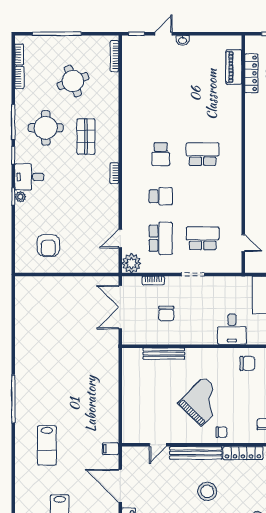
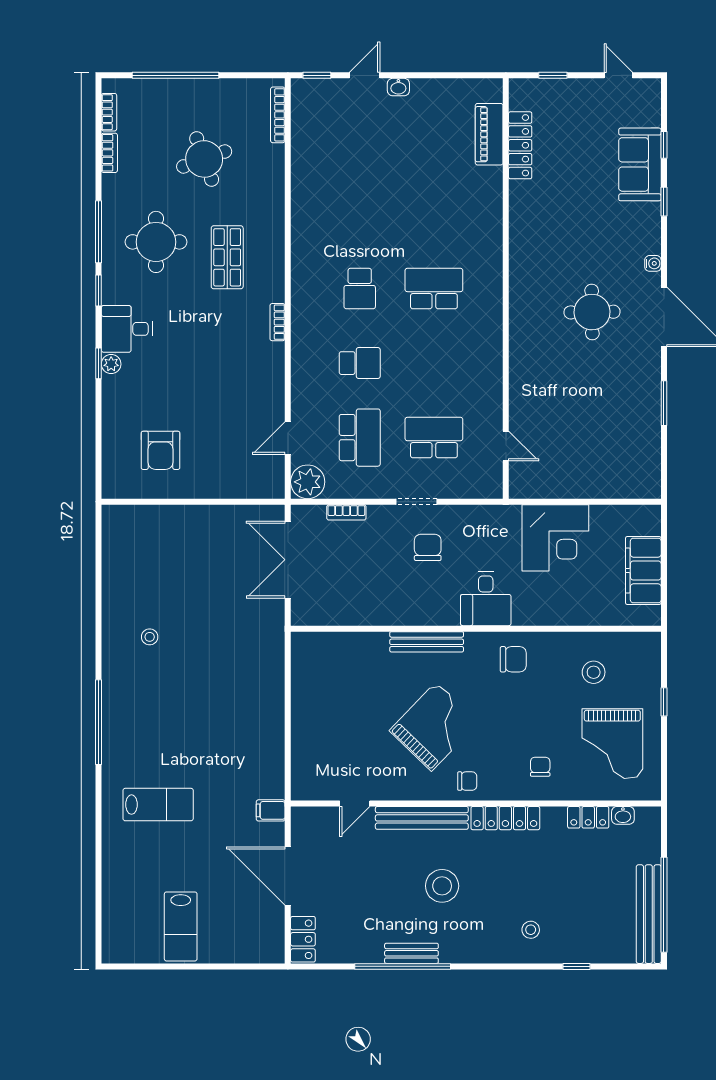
chair: (166, 314) -> (428, 547), moved, turned 180
stool: (42, 351) -> (150, 637), added
bench: (164, 354) -> (427, 642), moved
lab bench: (47, 445) -> (158, 805), turned -90

